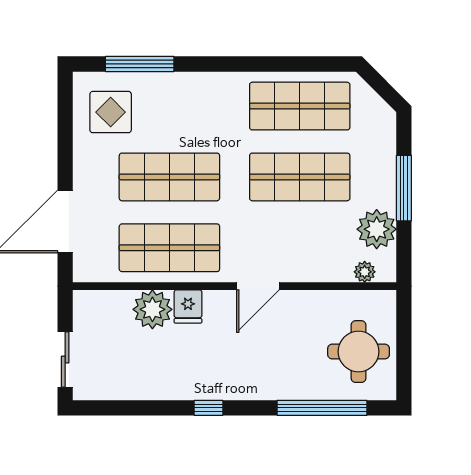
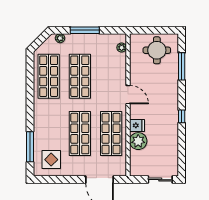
plant: (377, 229) -> (60, 38), moved, width x0.53, depth x0.53
window: (322, 408) -> (182, 66), width x0.68

